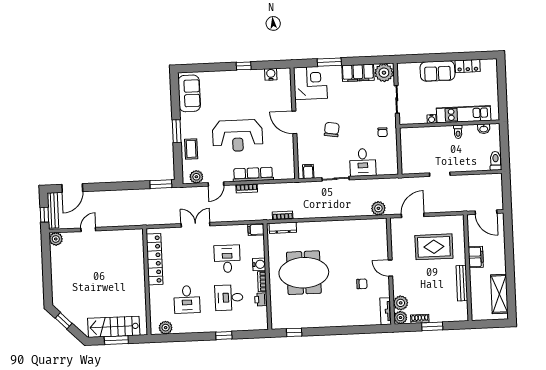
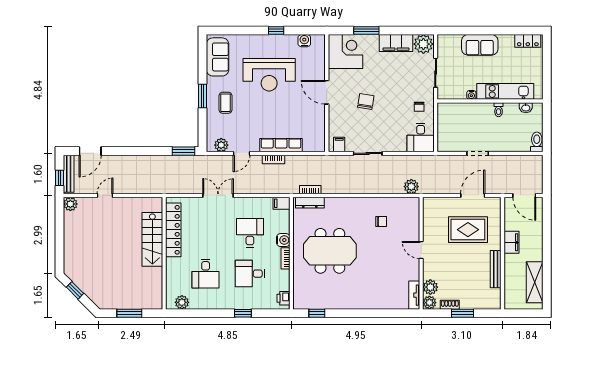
locker: (468, 66) -> (528, 41), moved
reception desk: (238, 136) -> (269, 75), moved
coffee table: (191, 149) -> (225, 103), moved
desk: (363, 162) -> (421, 137), moved
door: (413, 215) -> (473, 195), moved
chair: (362, 284) -> (381, 221), moved
printer: (261, 299) -> (284, 298), moved
stairs: (114, 327) -> (152, 239), moved, turned -90

